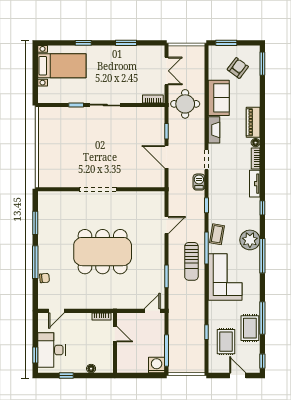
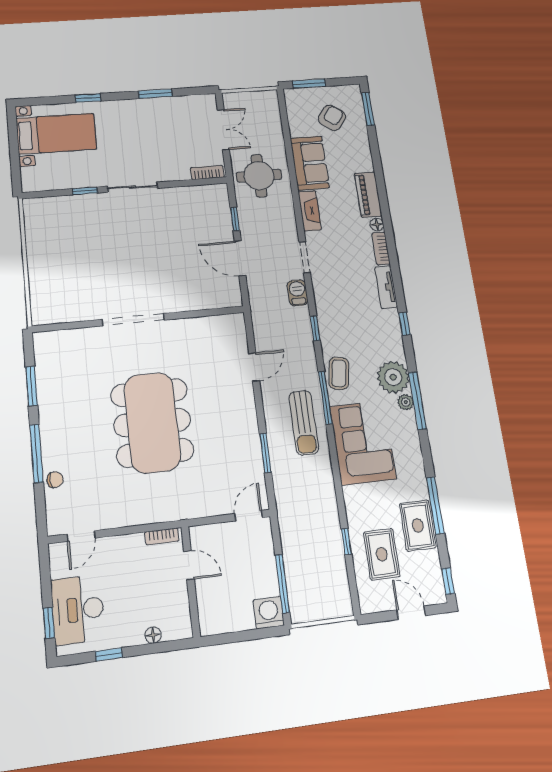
dining table: (103, 252) -> (152, 422), turned 90
plant: (255, 256) -> (406, 402), added

